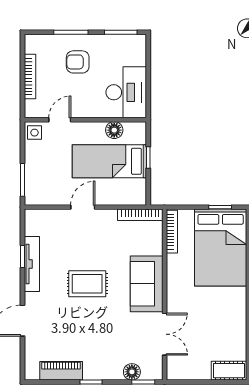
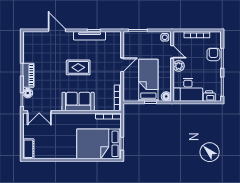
printer: (137, 55) -> (209, 96), added
armchair: (78, 62) -> (213, 54), moved
plant: (85, 108) -> (179, 66), added
floor lamp: (114, 130) -> (166, 96), moved
door: (83, 207) -> (122, 65), hinge flipped
rug: (87, 284) -> (78, 67), turned 90
double door: (165, 334) -> (39, 112), moved
piano: (61, 371) -> (28, 75), moved

